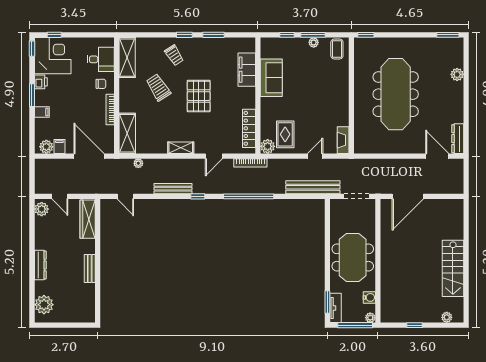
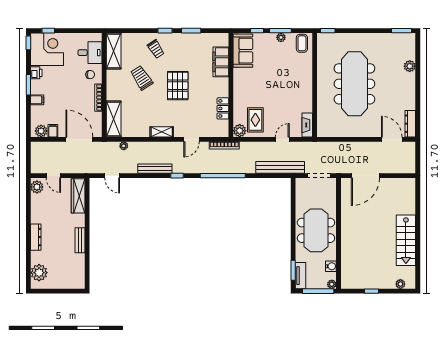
sofa: (271, 78) -> (243, 51), moved
locker: (249, 128) -> (223, 108), width x0.66

